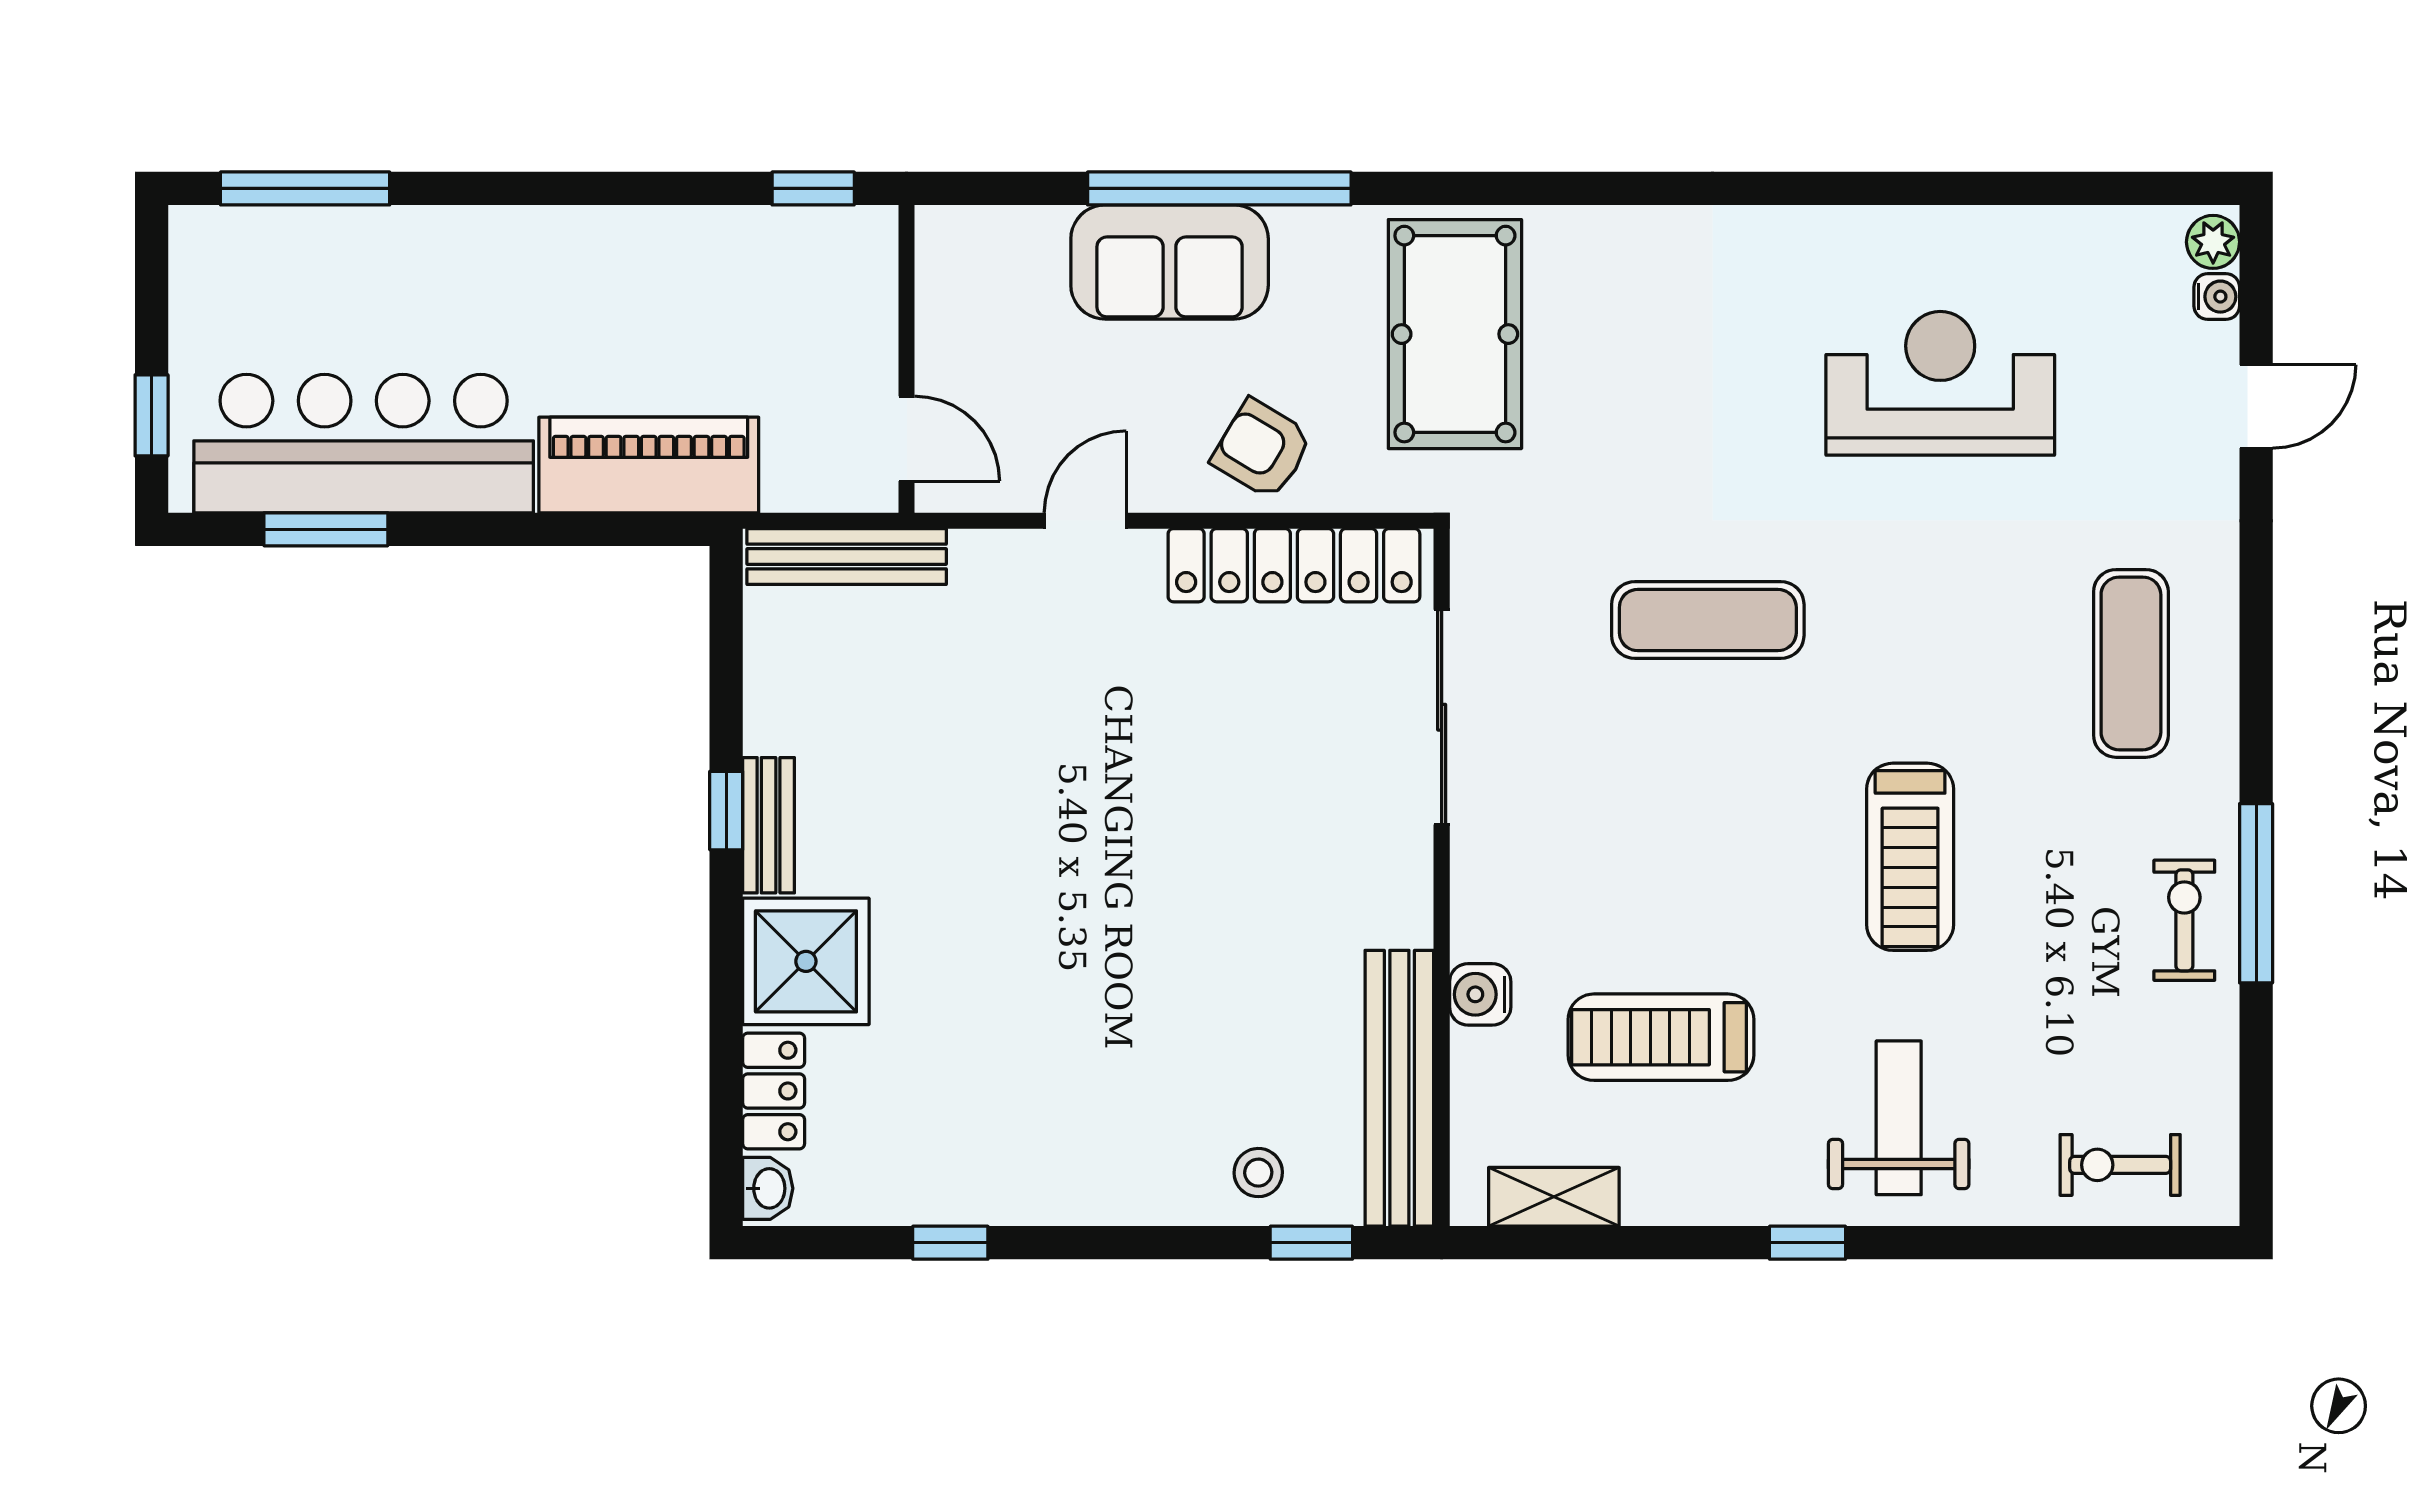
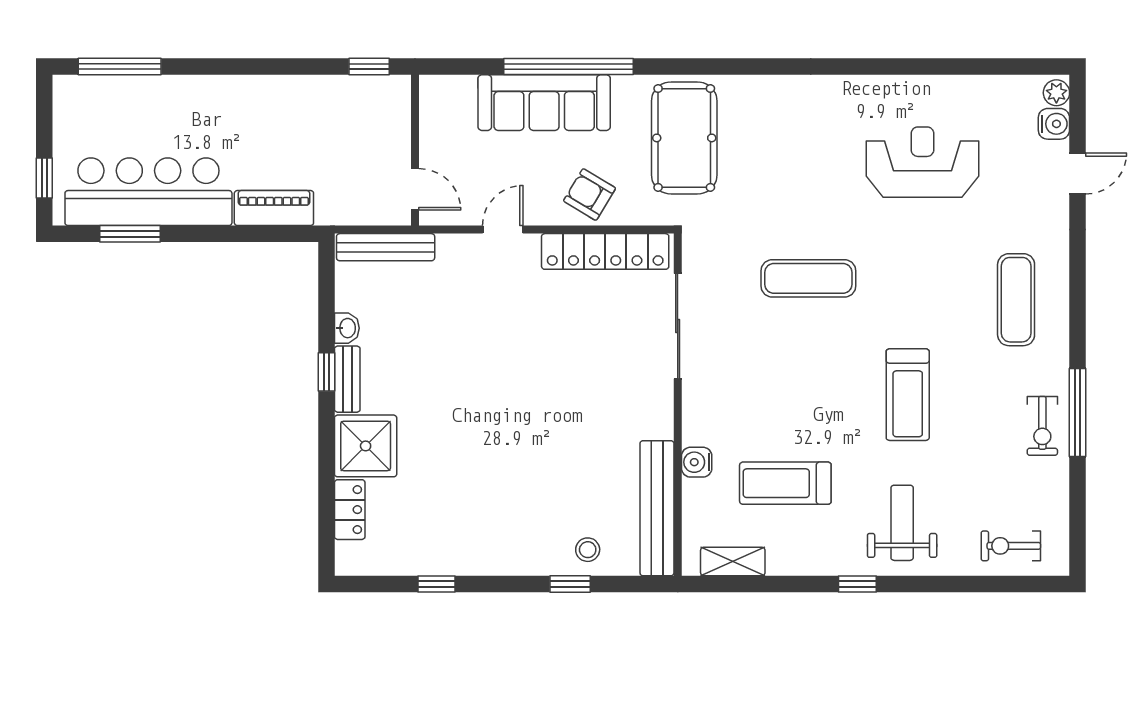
sofa: (1170, 262) -> (544, 103), width x1.36
water cooler: (2217, 297) -> (1054, 124), width x1.38, depth x1.38
piano: (649, 465) -> (274, 208), width x0.73, depth x0.75
exercise bike: (2184, 920) -> (1042, 426), turned 180
washbasin: (768, 1188) -> (347, 328), moved
window: (1311, 1243) -> (570, 584), moved

